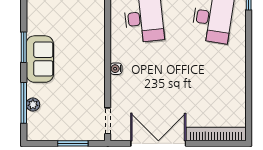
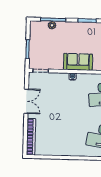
sofa: (40, 59) -> (78, 62), moved, turned 180
double door: (158, 143) -> (26, 101), width x0.73

